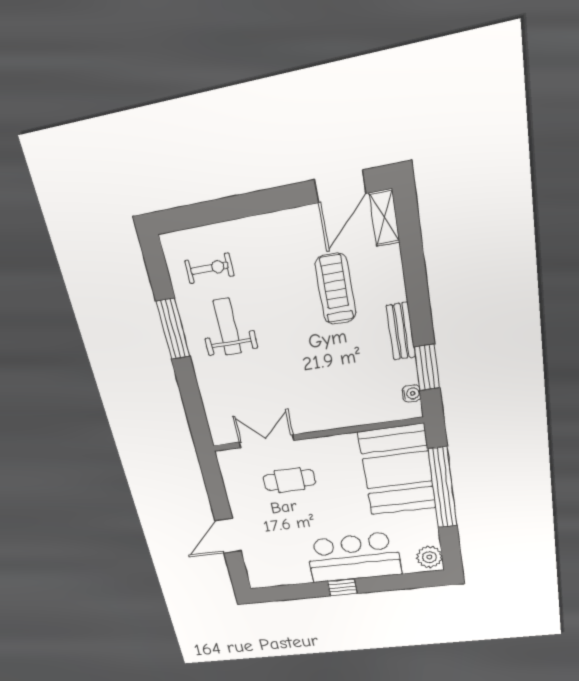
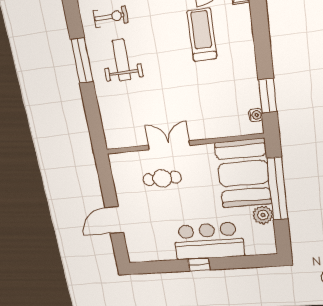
bench: (401, 331) -> (249, 68), removed
double door: (267, 441) -> (169, 145), moved
plant: (429, 557) -> (263, 215), moved

